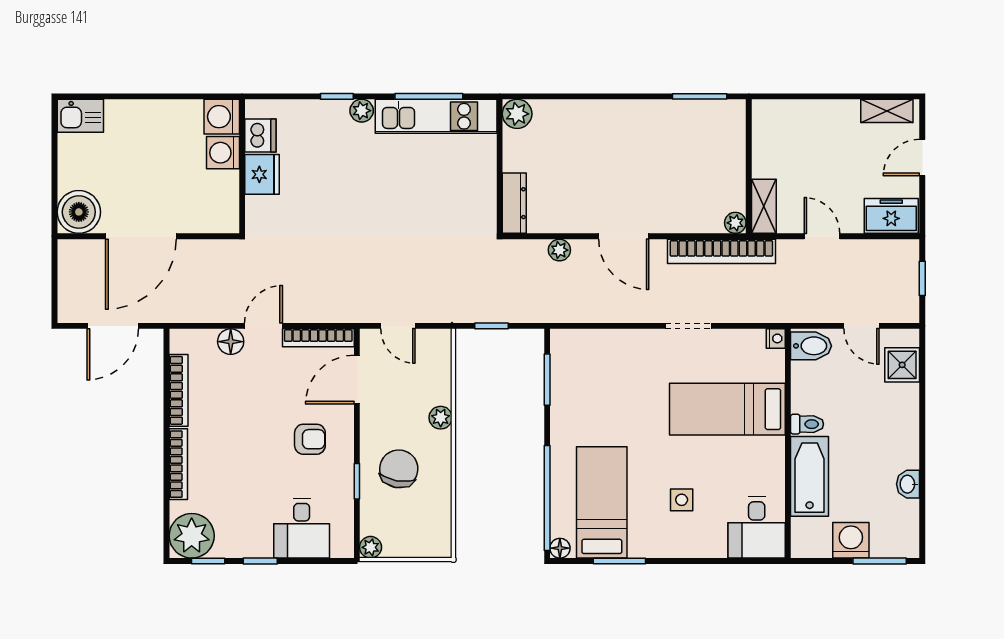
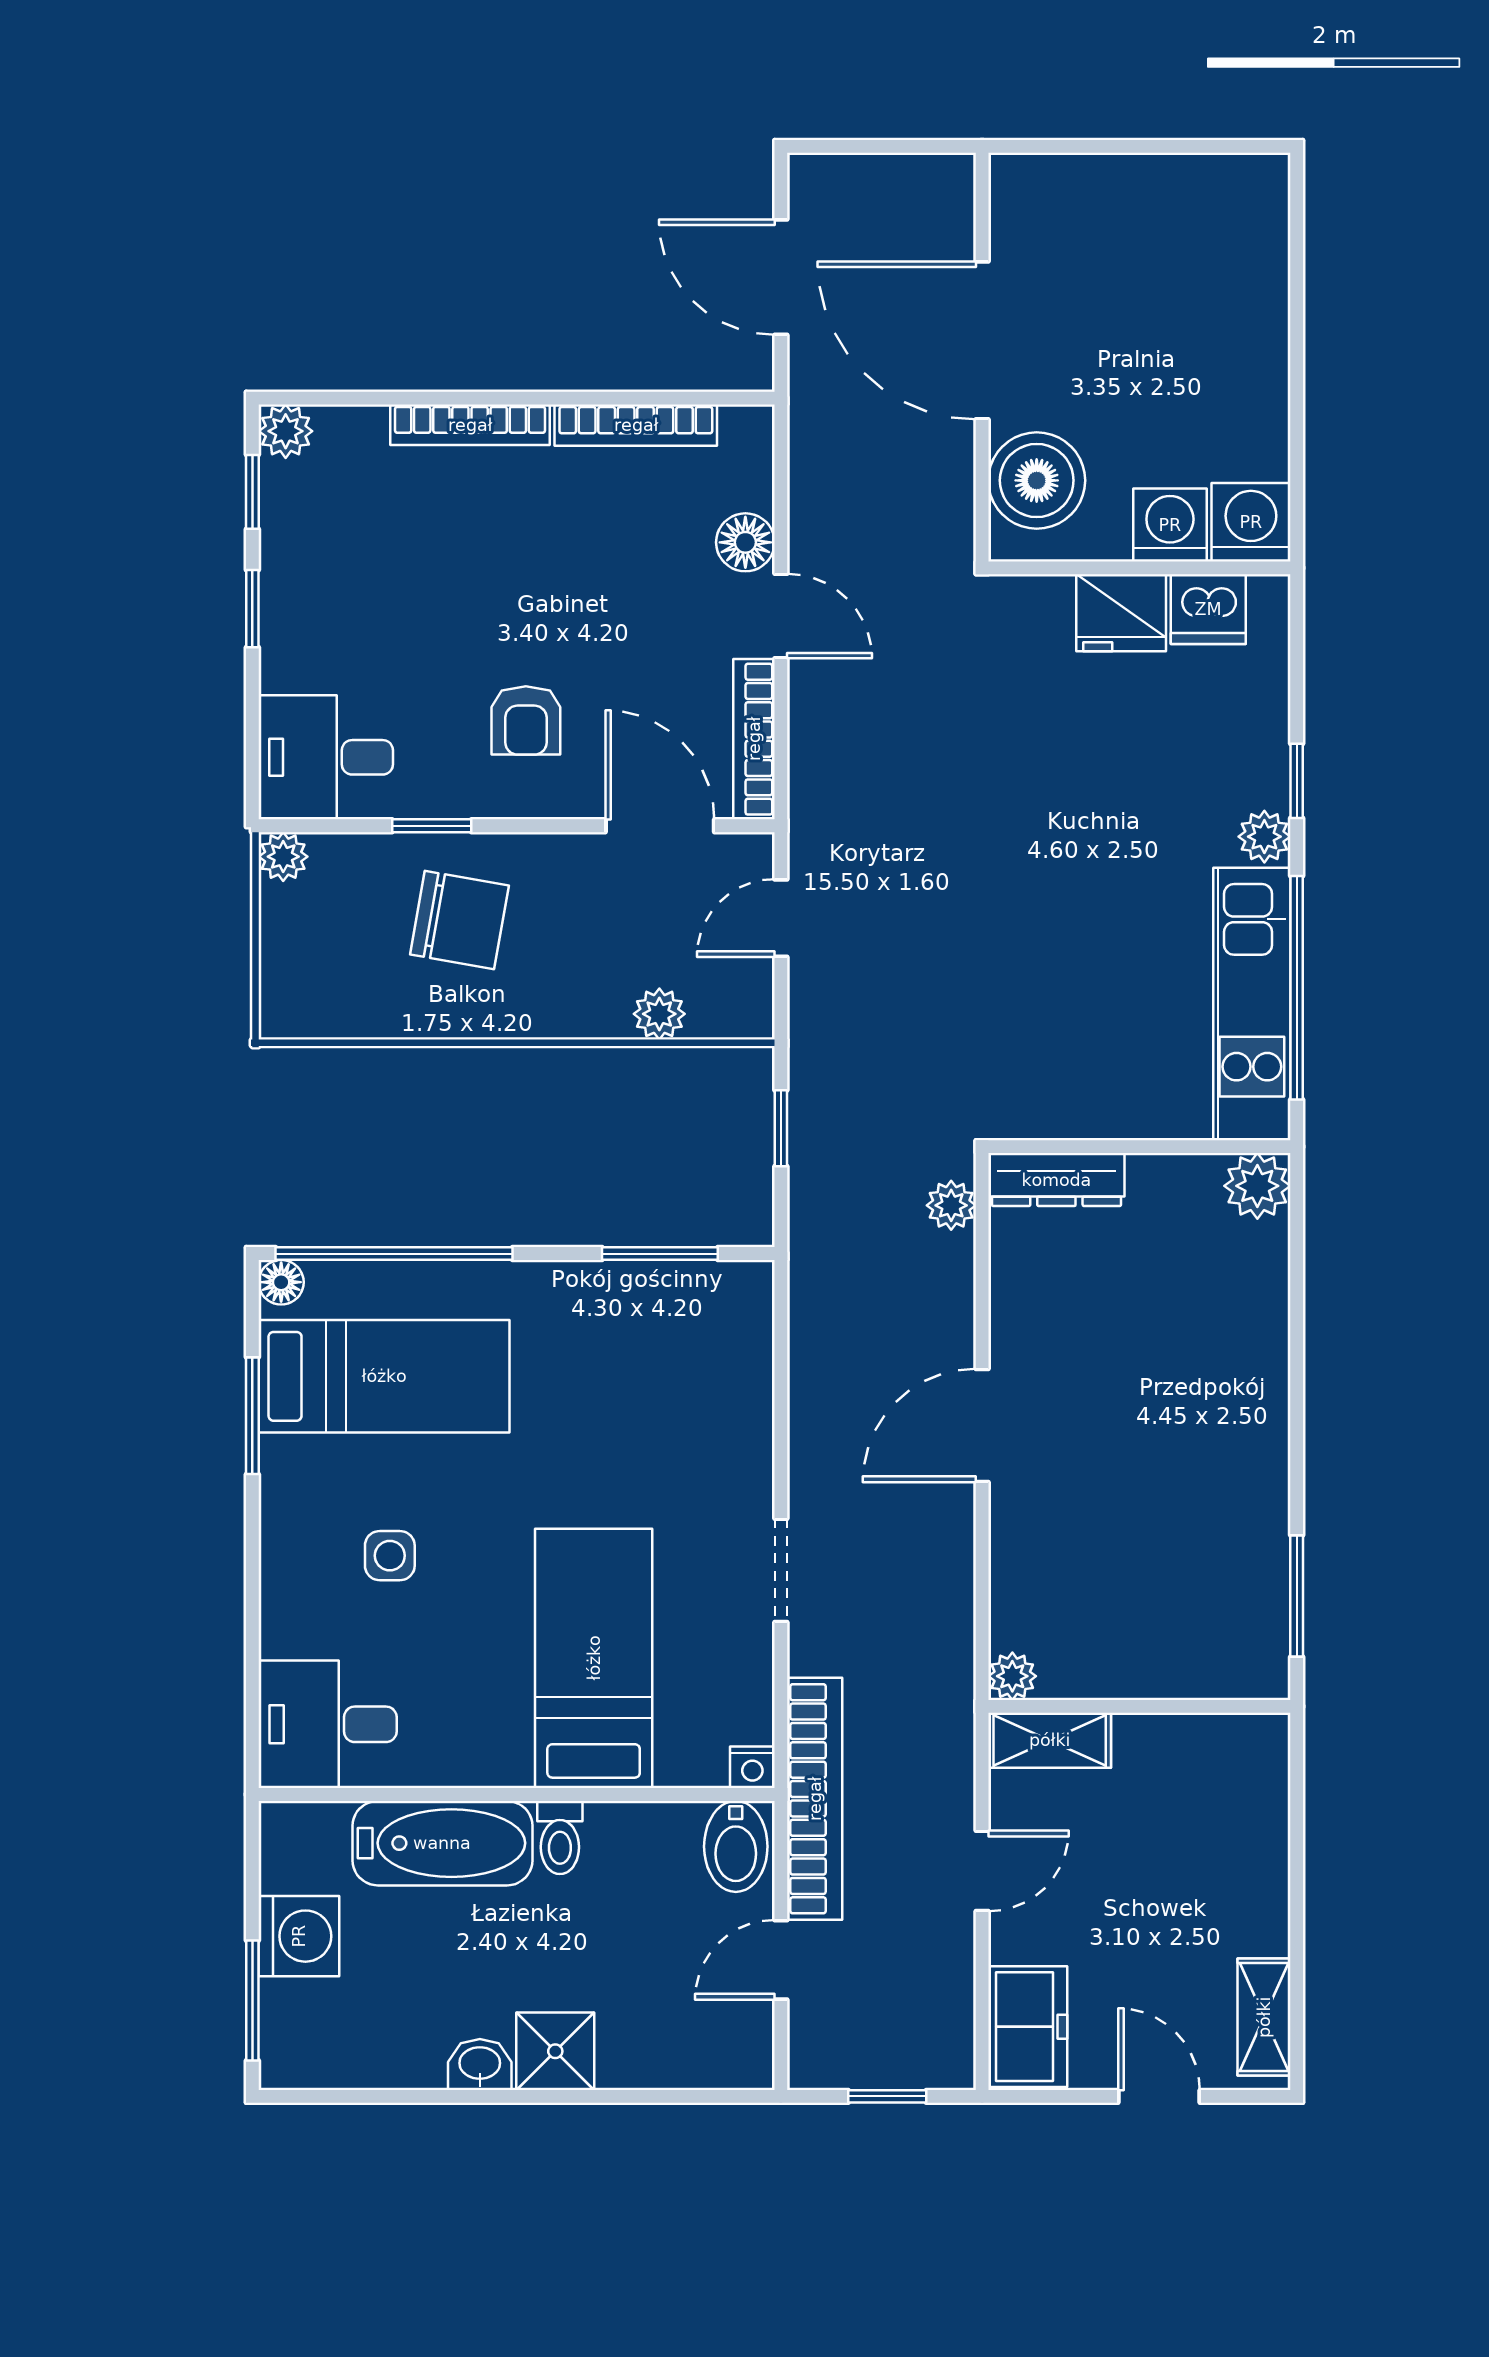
window: (429, 96) -> (1297, 988), width x1.46
kitchen sink: (80, 116) -> (1253, 204), removed
boiler: (79, 212) -> (1037, 480), moved
plant: (559, 250) -> (951, 1205), moved
bookcase: (721, 251) -> (815, 1799), moved, turned 180
shower: (902, 365) -> (555, 2051), moved
plant: (441, 418) -> (659, 1014), moved
washbasin: (908, 484) -> (480, 2065), moved
desk: (302, 528) -> (326, 757), moved
plant: (192, 536) -> (286, 431), width x0.53, depth x0.53

